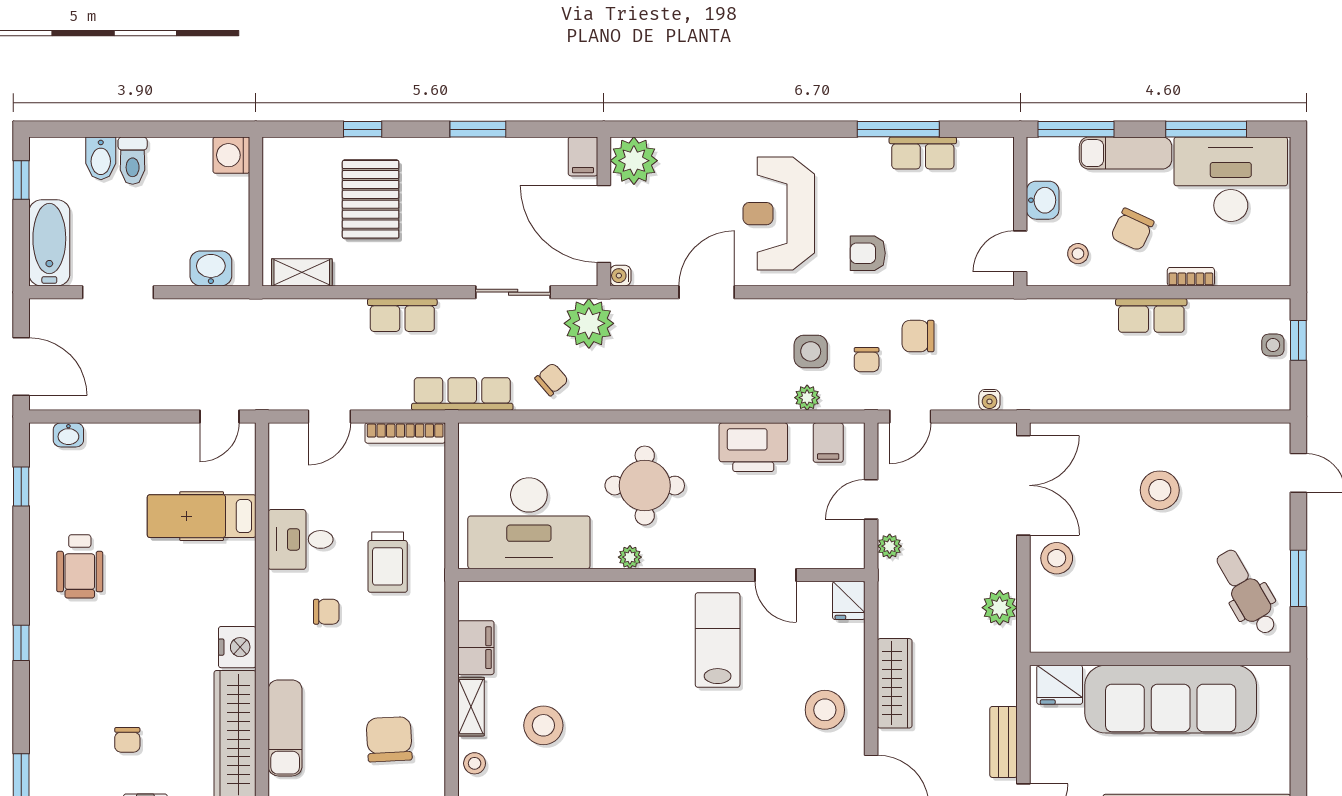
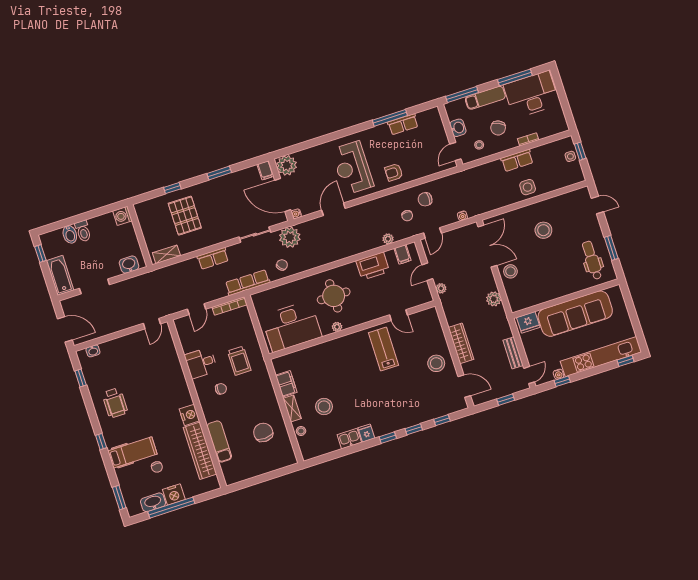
side table: (811, 351) -> (528, 187), moved
hospital bed: (202, 516) -> (132, 452), moved, turned 180
dental chair: (1247, 592) -> (592, 260), turned 30
fridge: (849, 600) -> (432, 316), removed

